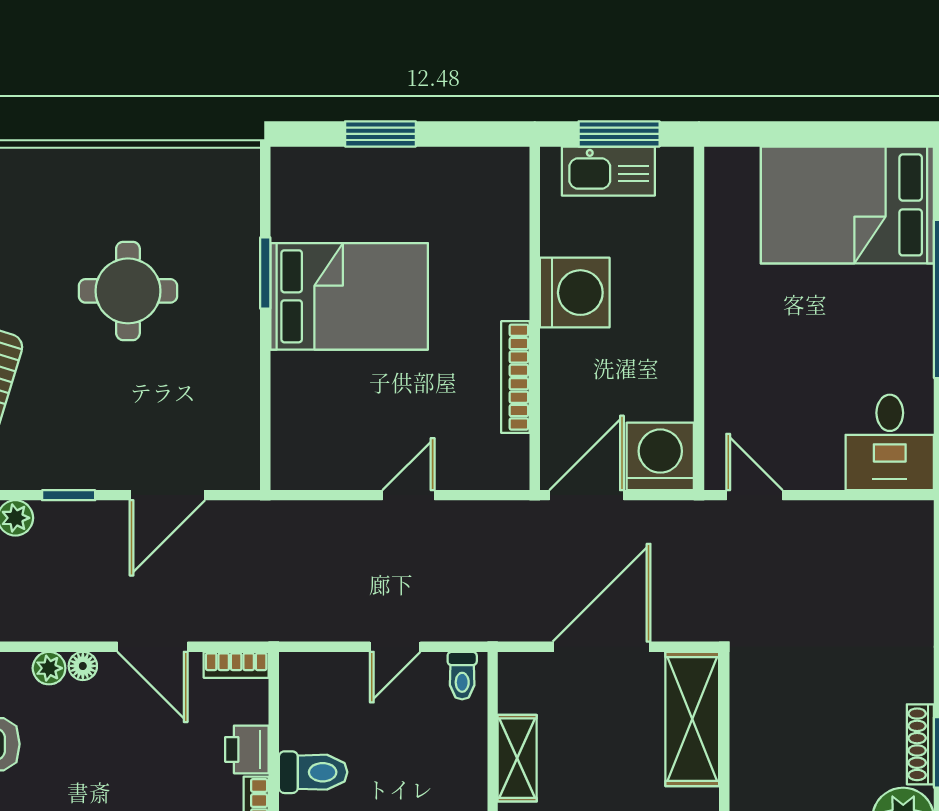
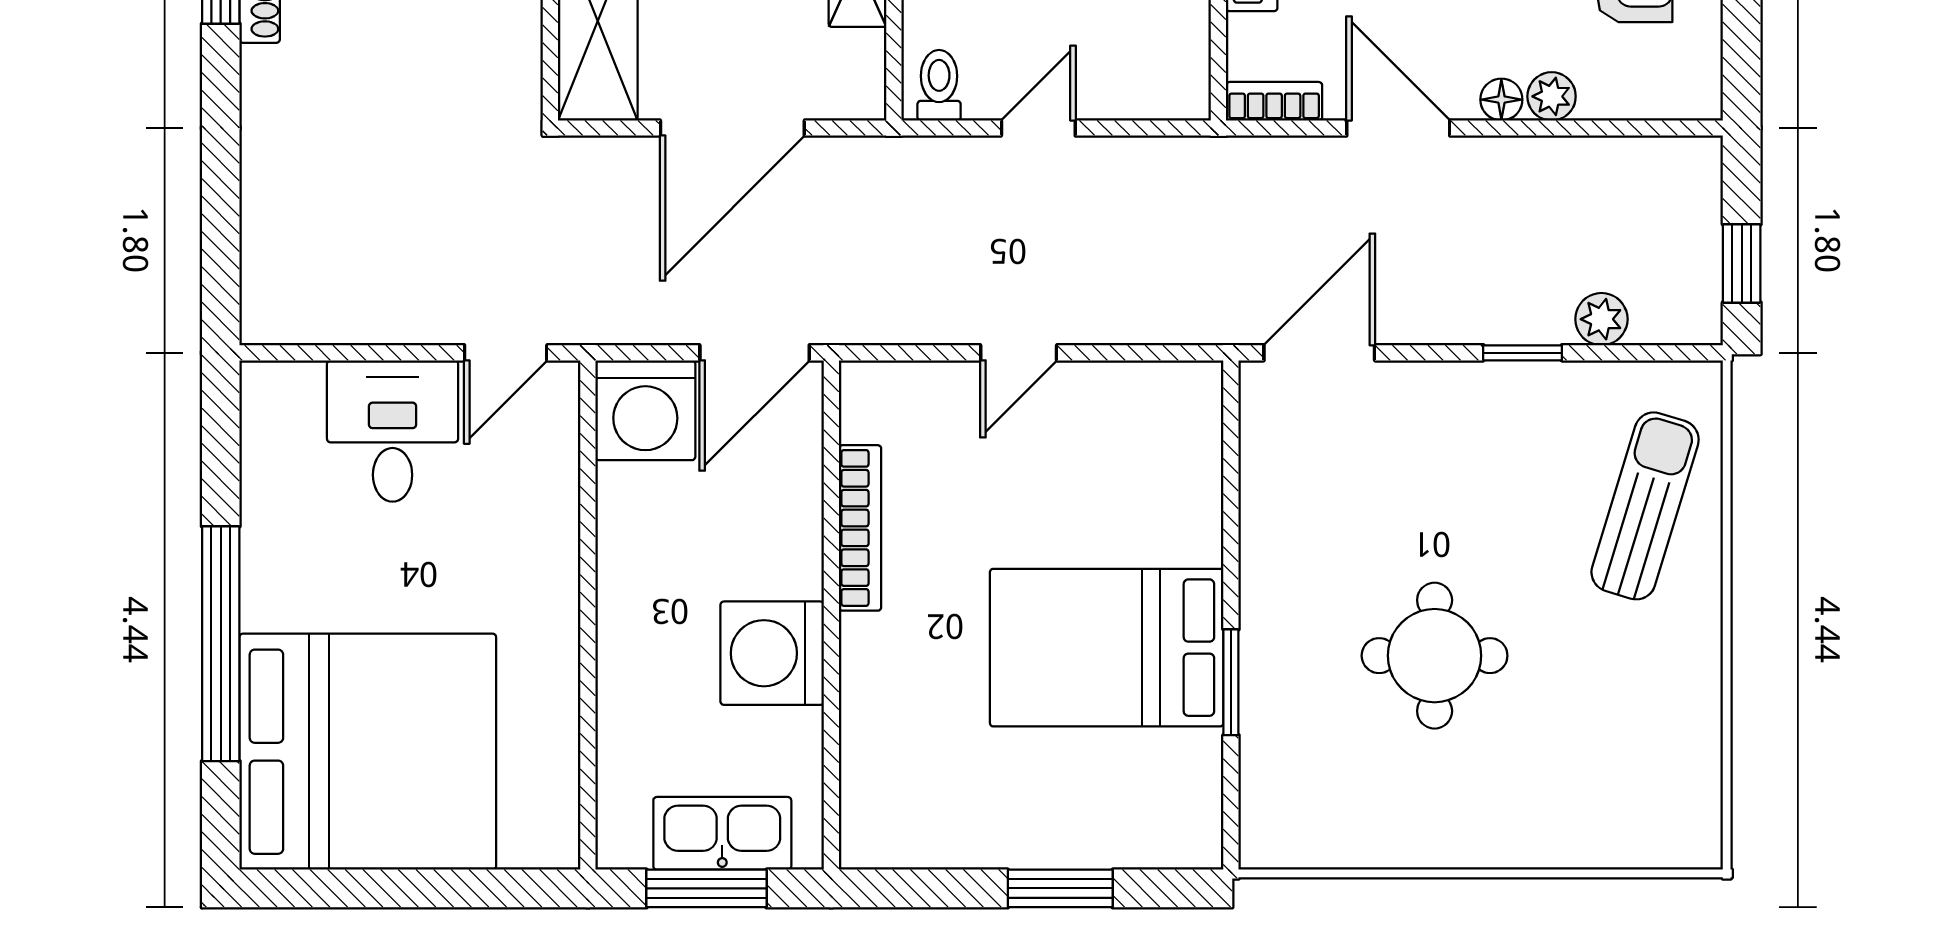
bed: (847, 205) -> (368, 752), width x1.36
desk: (890, 442) -> (393, 431), moved
door: (167, 495) -> (1319, 353), moved
door: (754, 495) -> (506, 353), hinge flipped

